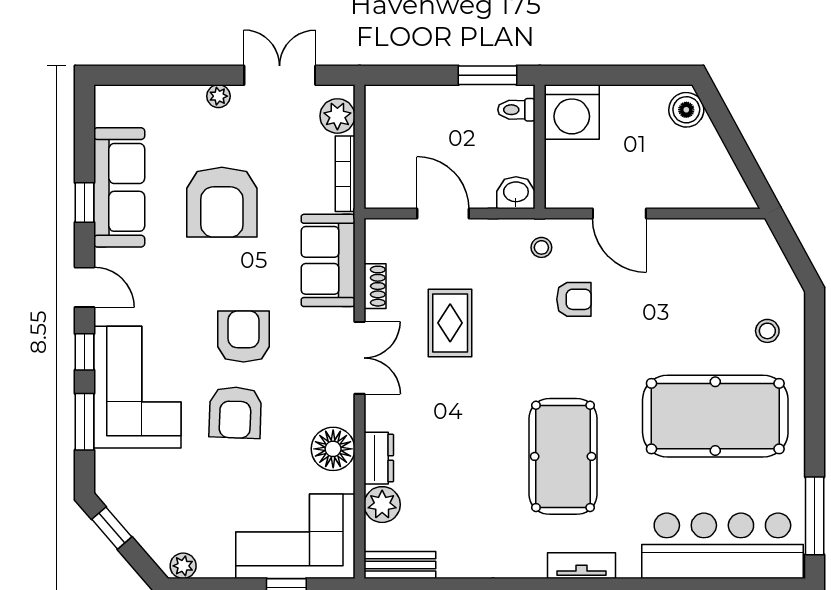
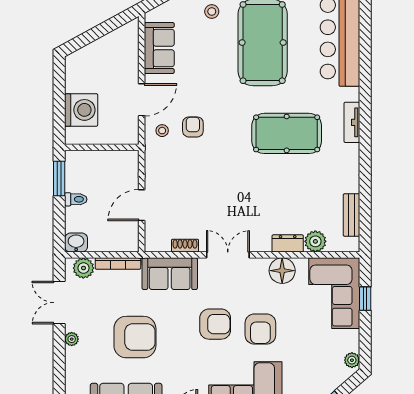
toilet: (516, 110) -> (76, 199), moved, turned -90
boiler: (686, 110) -> (80, 60), removed
washing machine: (572, 112) -> (81, 110), moved
washbasin: (516, 193) -> (76, 243), moved, turned 90
sofa: (706, 243) -> (159, 48), added
stool: (541, 247) -> (162, 131), moved
rug: (450, 323) -> (207, 201), removed
armchair: (244, 337) -> (215, 324), turned 180
armchair: (235, 412) -> (260, 329), turned 88
bench: (400, 565) -> (351, 215), moved

